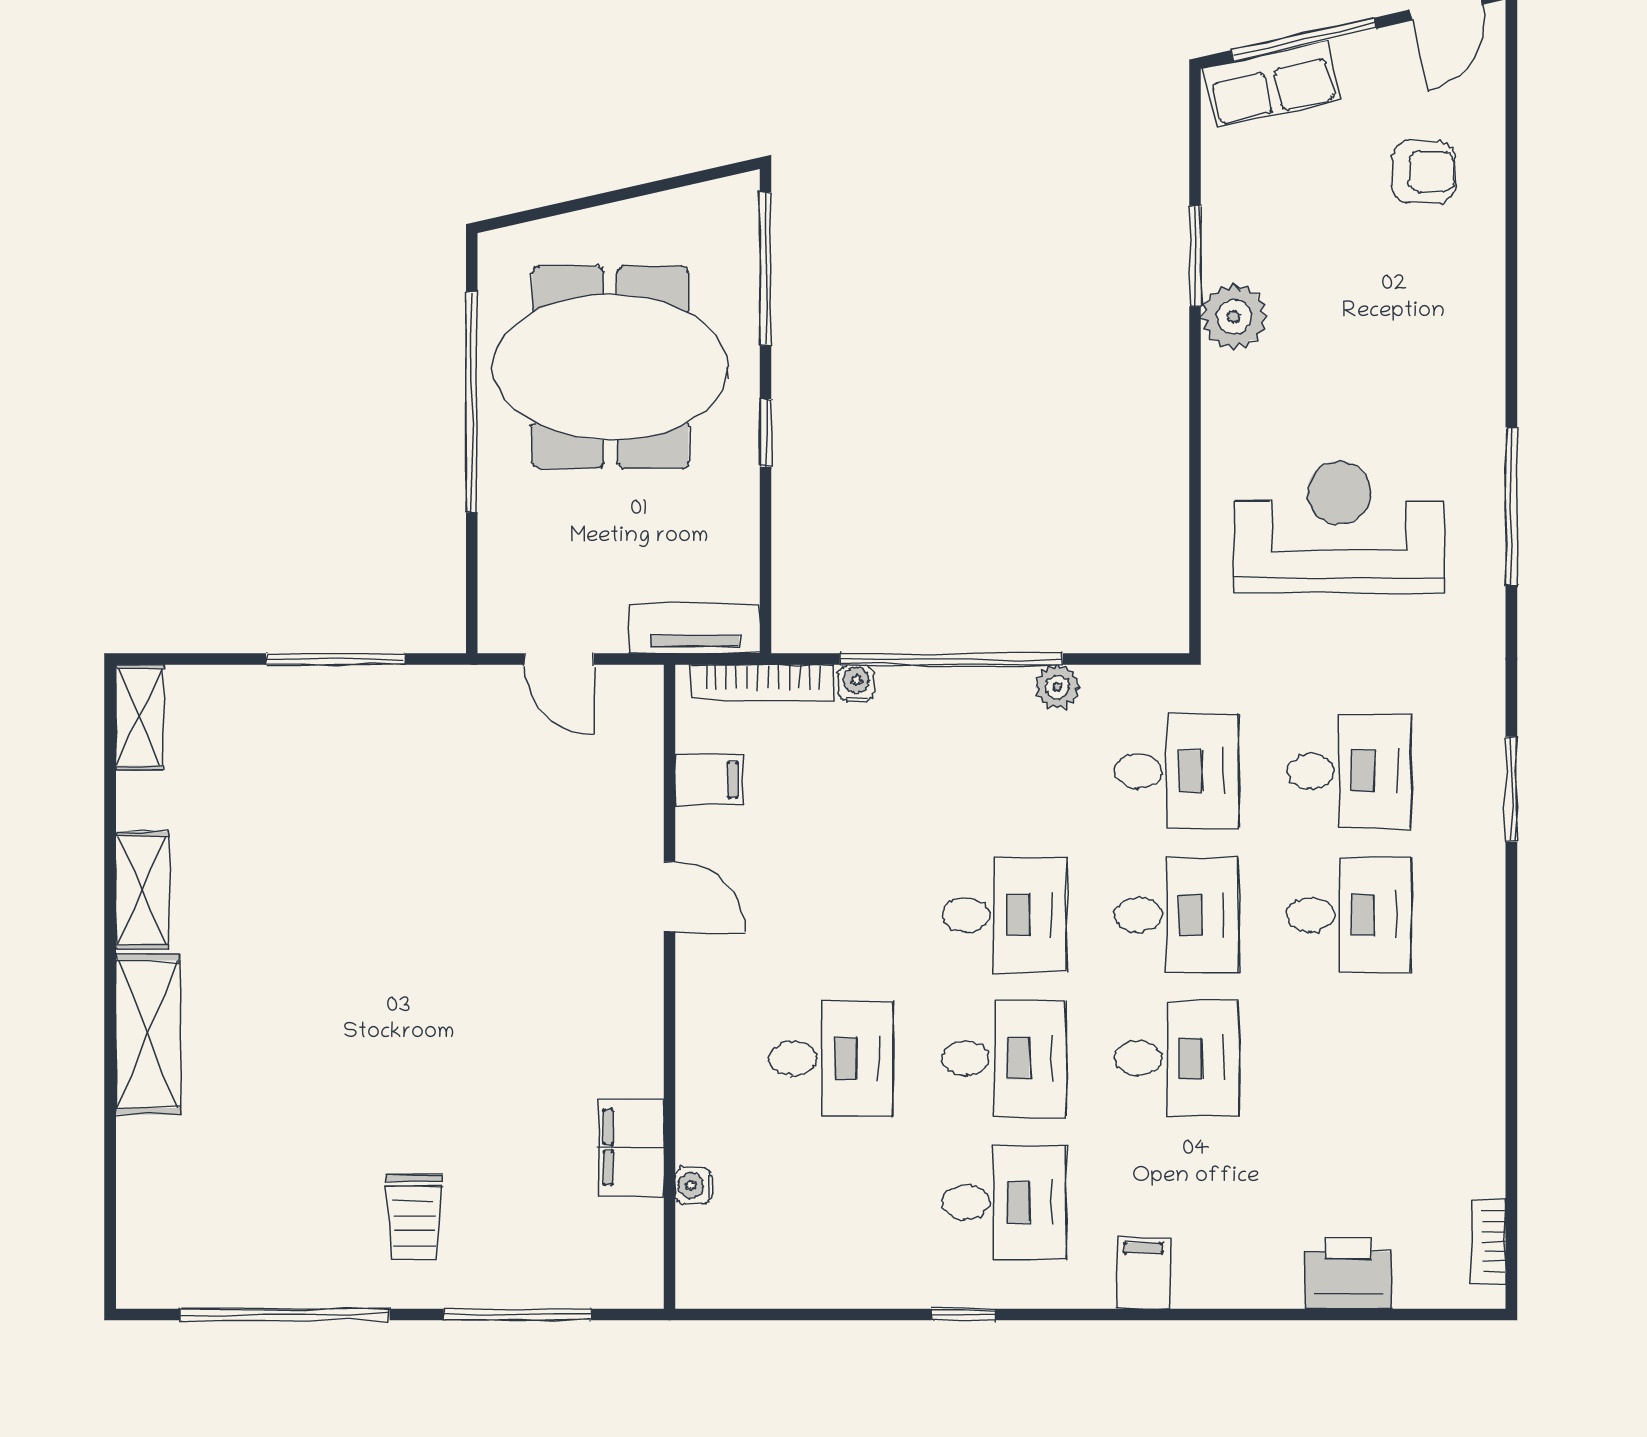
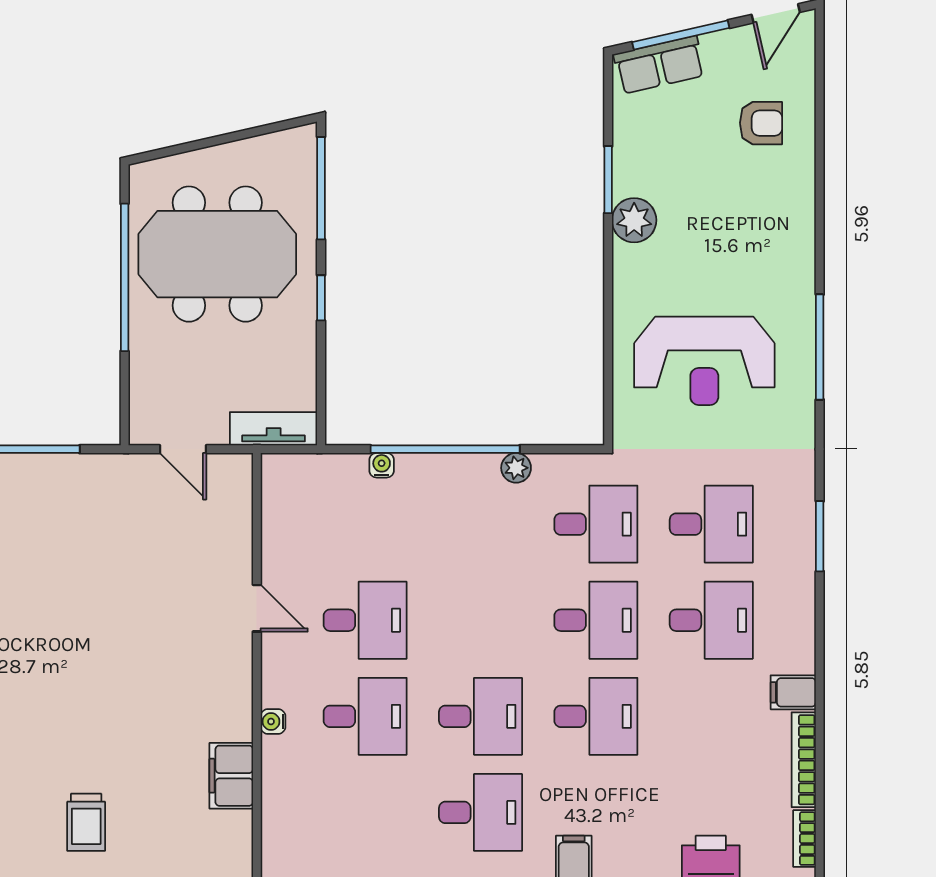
reception desk: (1339, 527) -> (704, 361), turned 180
bookcase: (762, 683) -> (804, 760), moved, turned 90
filing cabinet: (709, 780) -> (793, 692), moved, turned 180
desk: (1004, 915) -> (365, 620), moved
water cooler: (694, 1185) -> (273, 722), moved

